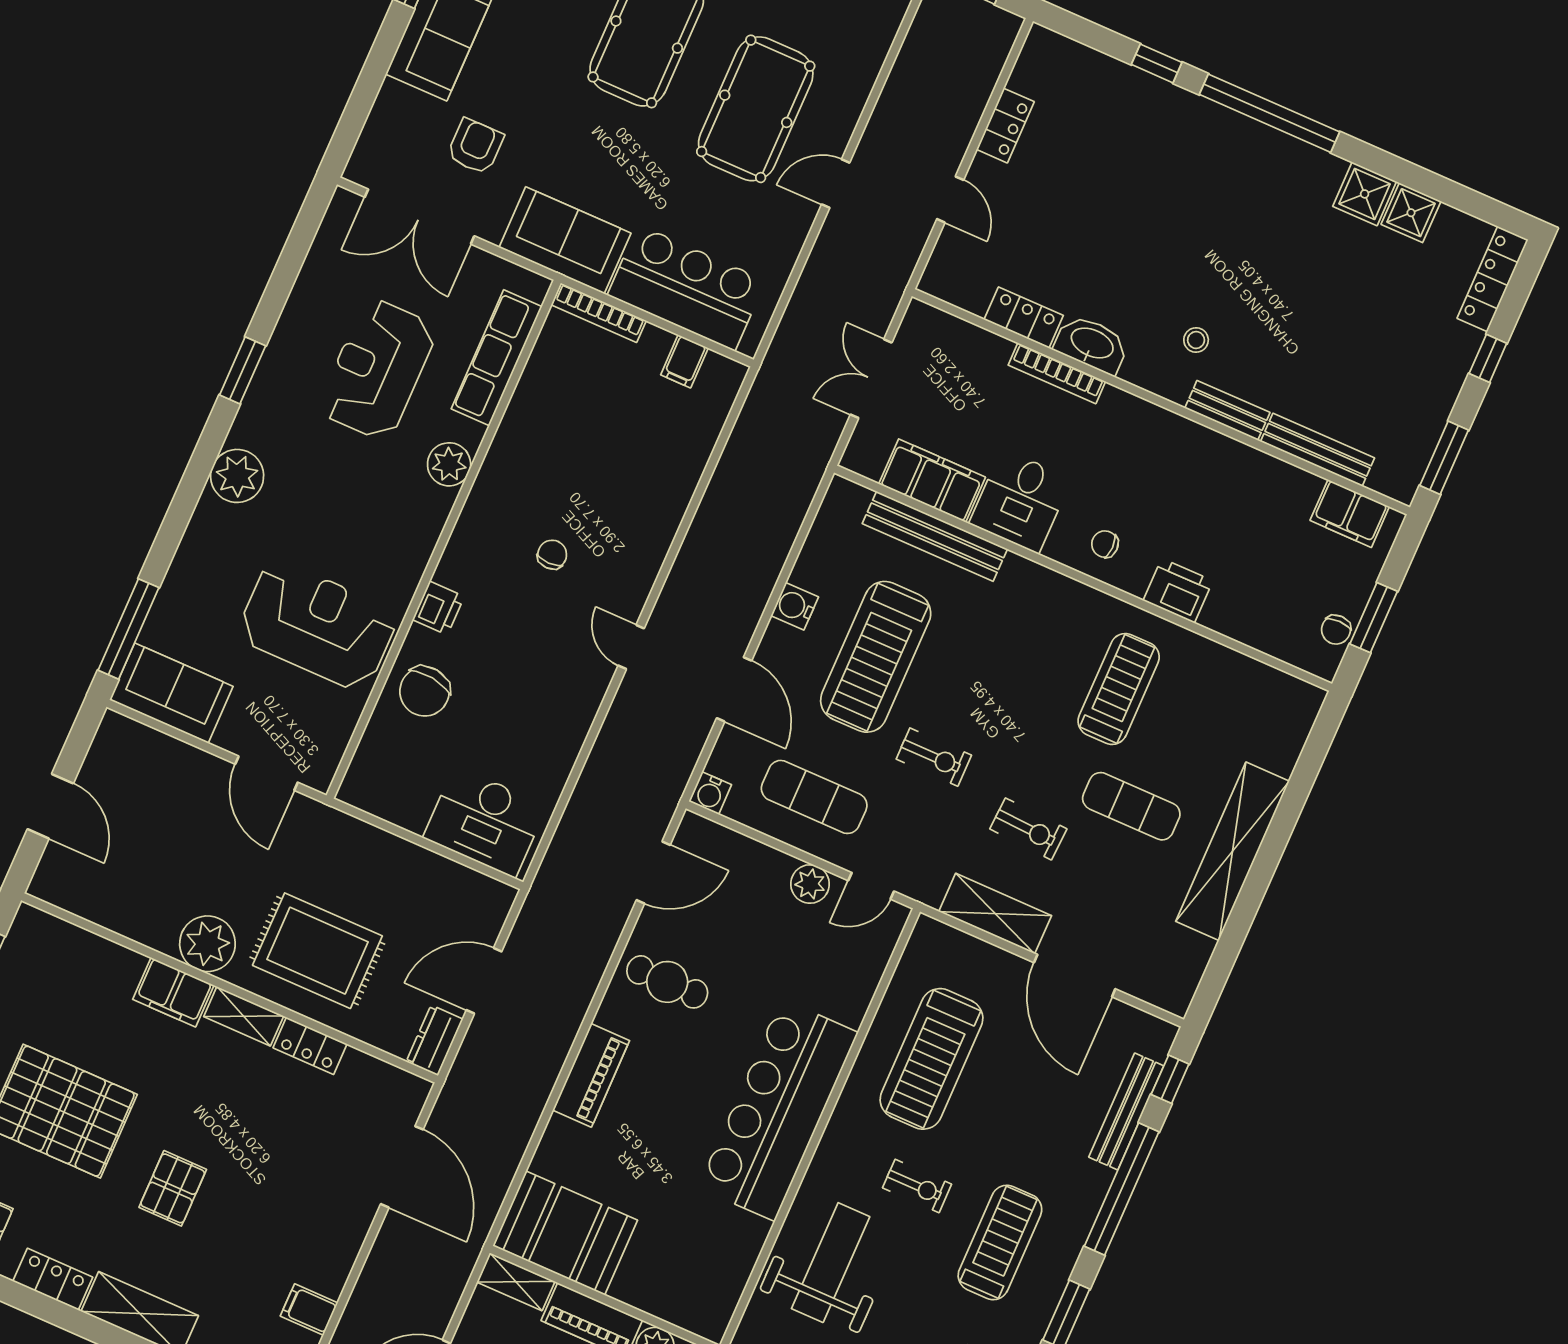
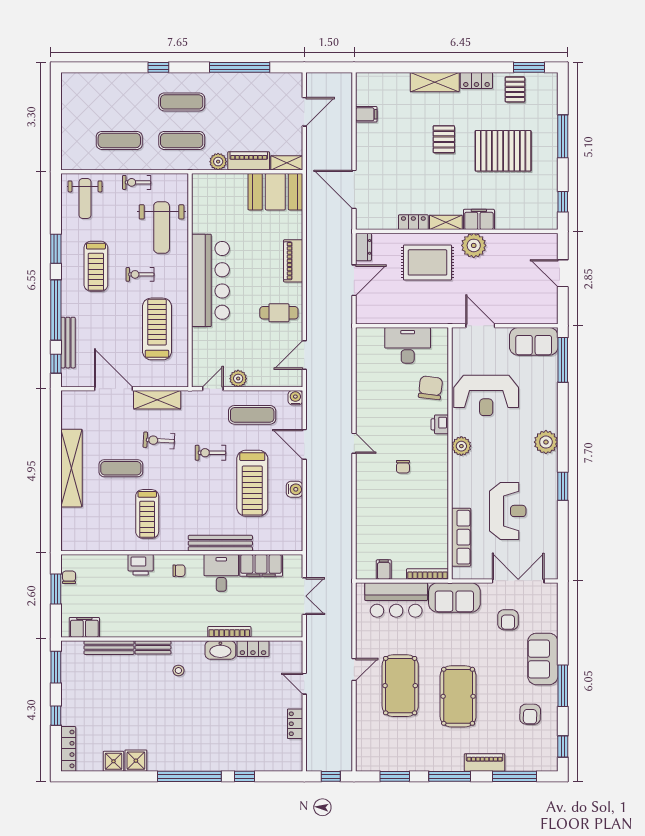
plant: (449, 464) -> (461, 446), moved
bench: (935, 536) -> (220, 543), moved
treadmill: (876, 657) -> (252, 483), turned 180
desk: (485, 822) -> (408, 345), moved

